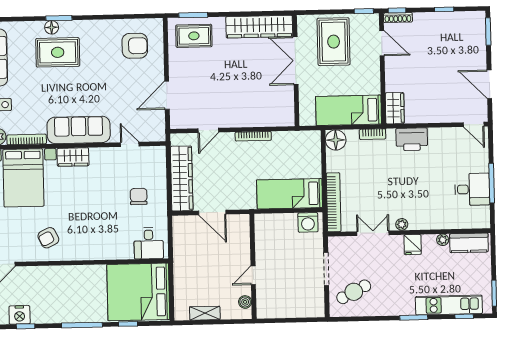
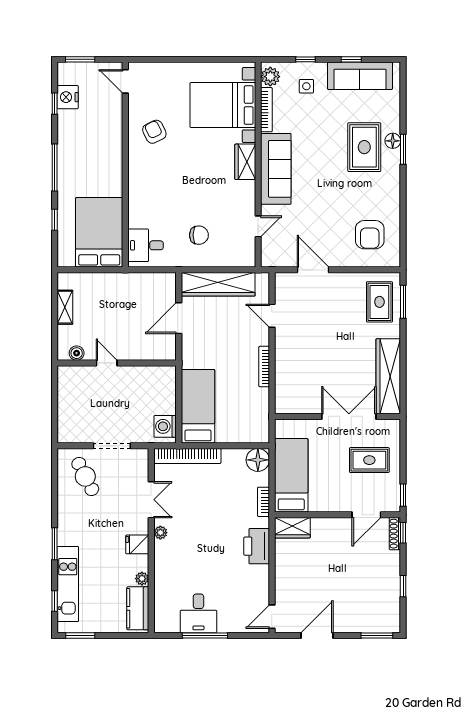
rug: (334, 42) -> (369, 460), width x0.73, depth x0.70
bed: (138, 292) -> (99, 232), width x0.73

